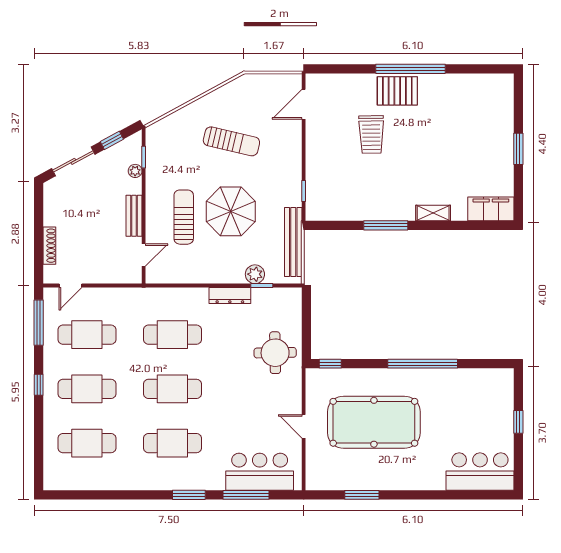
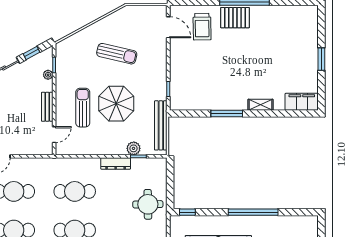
door: (304, 104) -> (168, 27), swing flipped
trolley: (371, 134) -> (202, 27), moved

